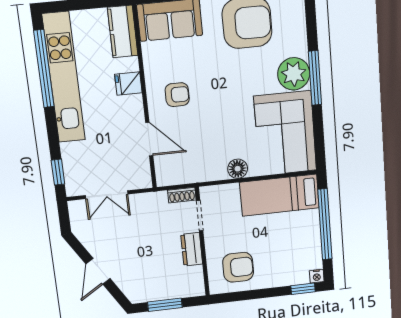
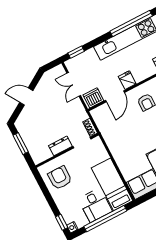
fridge: (128, 83) -> (127, 80), moved
floor lamp: (238, 169) -> (118, 154), removed
dishwasher: (139, 173) -> (93, 98), added
desk: (299, 231) -> (95, 205), added
armchair: (238, 267) -> (60, 178), turned 180

